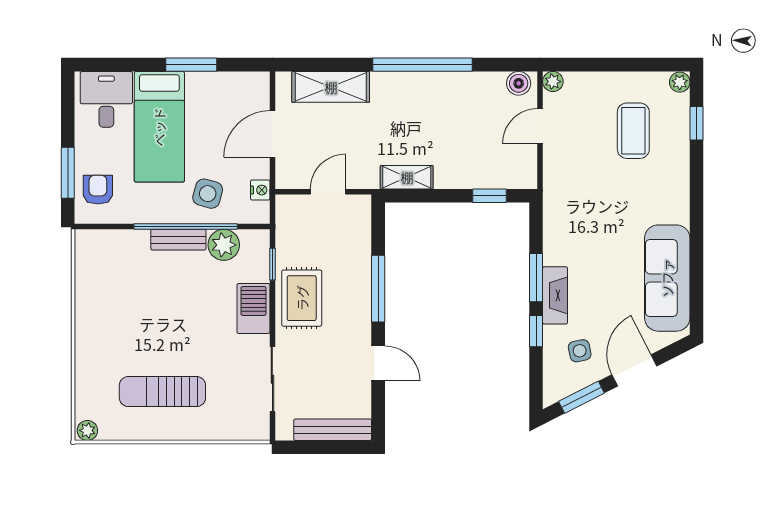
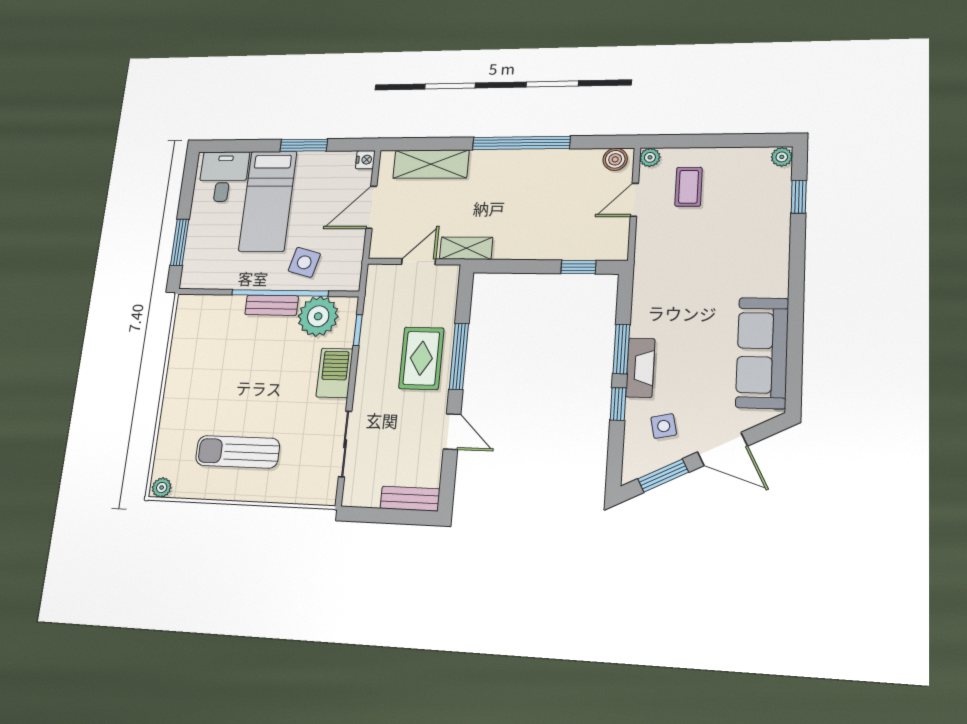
coffee table: (633, 131) -> (689, 187), moved, width x0.73, depth x0.77
shelving: (407, 177) -> (466, 248), moved
armchair: (98, 190) -> (204, 258), removed
nightstand: (260, 190) -> (365, 160), moved
plant: (224, 245) -> (318, 316), width x1.36, depth x1.36
rug: (302, 298) -> (421, 358), moved
door: (634, 370) -> (722, 449), swing flipped
bench: (333, 430) -> (410, 499), width x0.73

